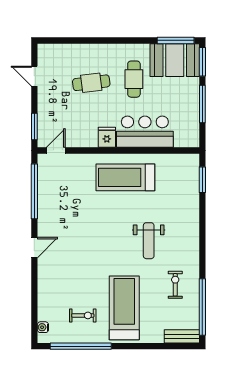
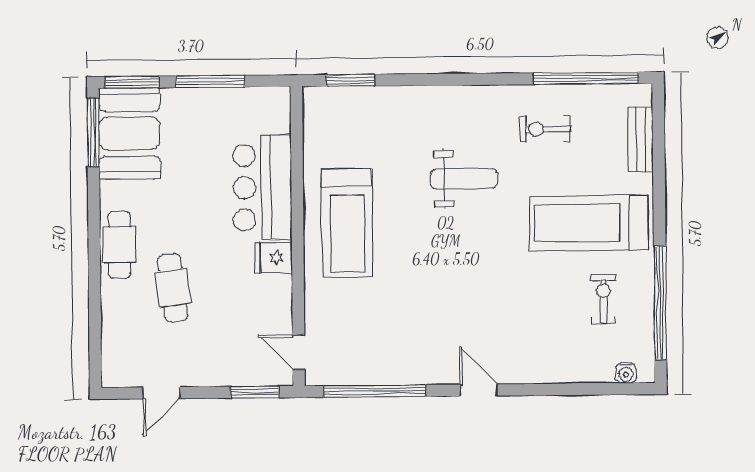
cafe table: (134, 79) -> (119, 245), moved, turned 90
bench: (182, 336) -> (641, 139), moved

